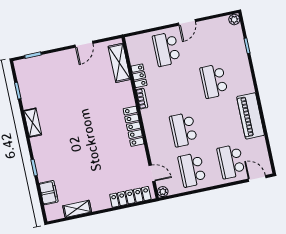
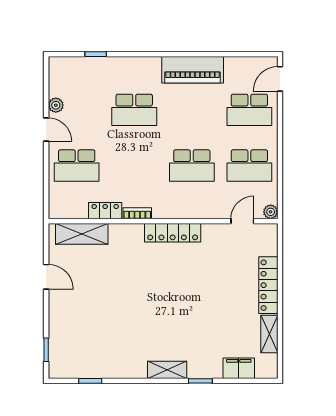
plant: (234, 19) -> (56, 105), moved
shelving: (33, 123) -> (167, 370), moved
locker: (130, 197) -> (268, 285), moved

